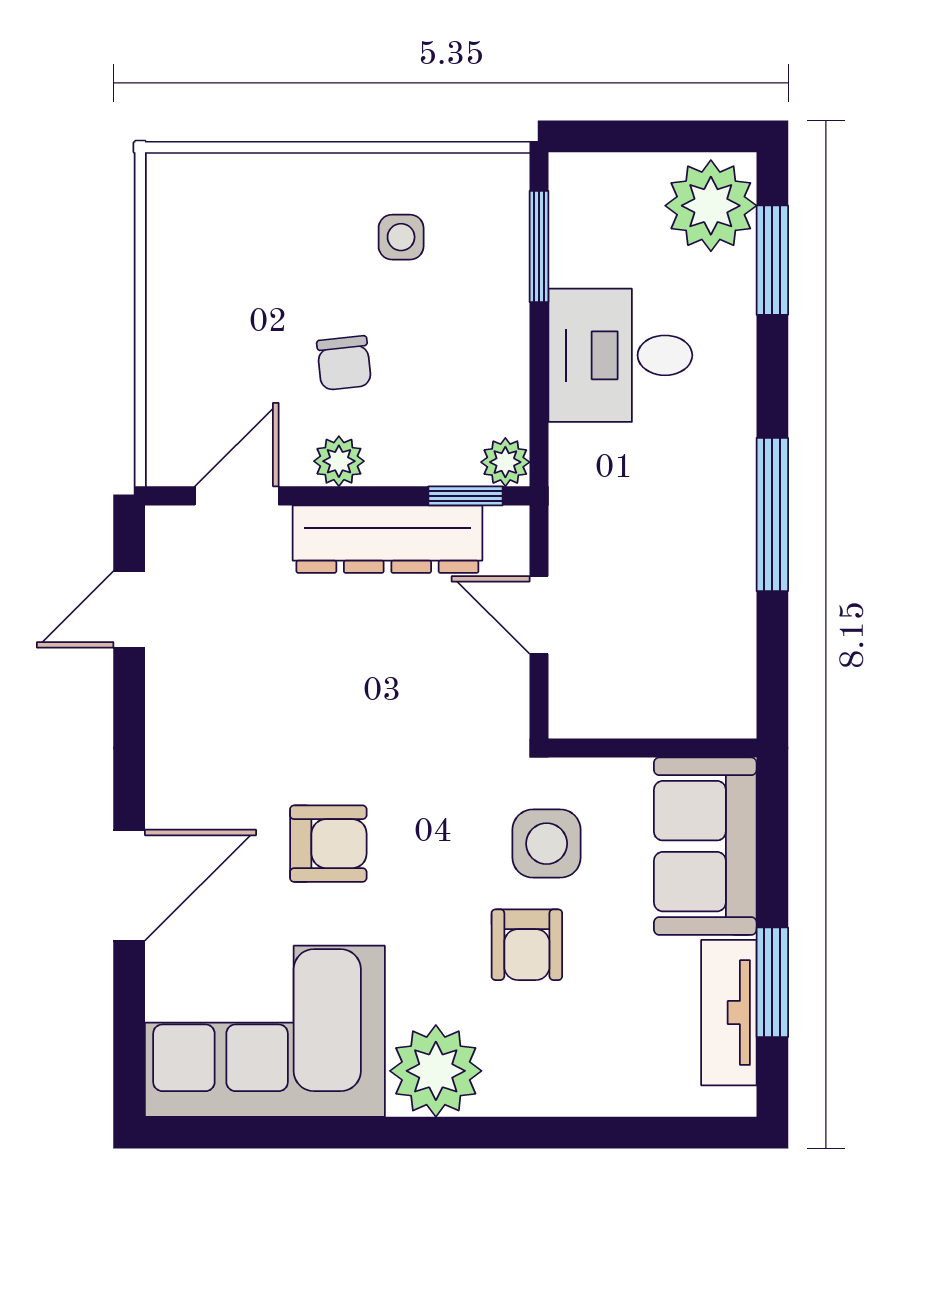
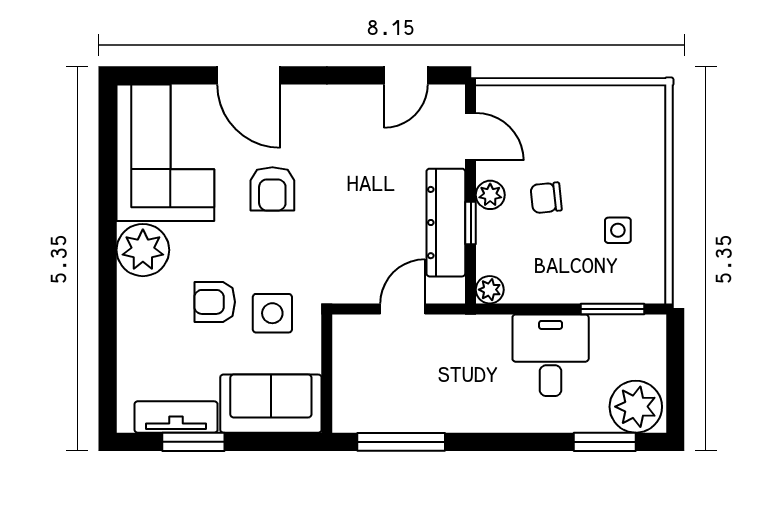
window: (465, 496) -> (471, 223), moved
window: (772, 515) -> (401, 442), moved
door: (129, 609) -> (406, 75), swing flipped

